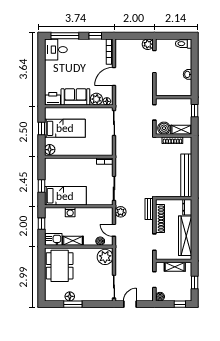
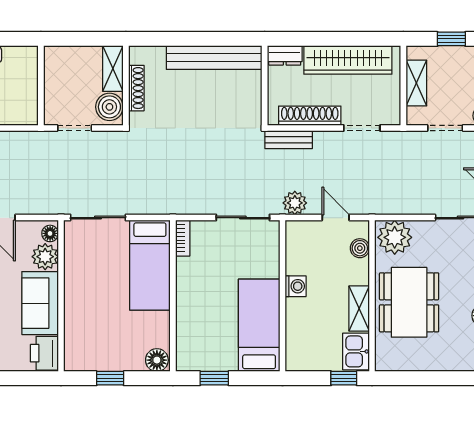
window: (195, 111) -> (71, 39), removed
bed: (65, 128) -> (150, 265), moved, turned 180
window: (41, 186) -> (214, 378), moved
washing machine: (70, 212) -> (296, 286), moved
window: (41, 224) -> (344, 378), moved
door: (114, 230) -> (336, 218), swing flipped
dining table: (60, 266) -> (409, 302), moved, turned 90

